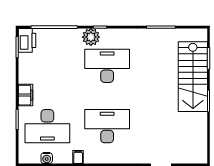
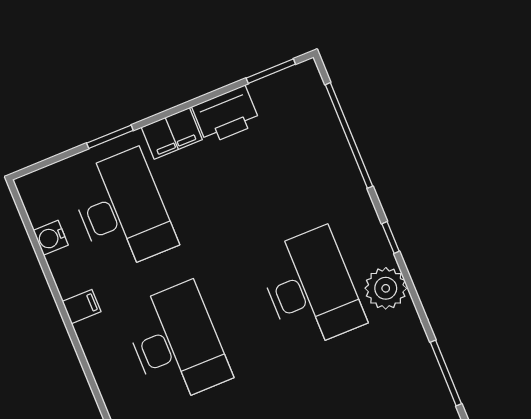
plant: (91, 37) -> (386, 288), moved
printer: (27, 40) -> (226, 115), moved
desk: (47, 126) -> (122, 210), turned 180

